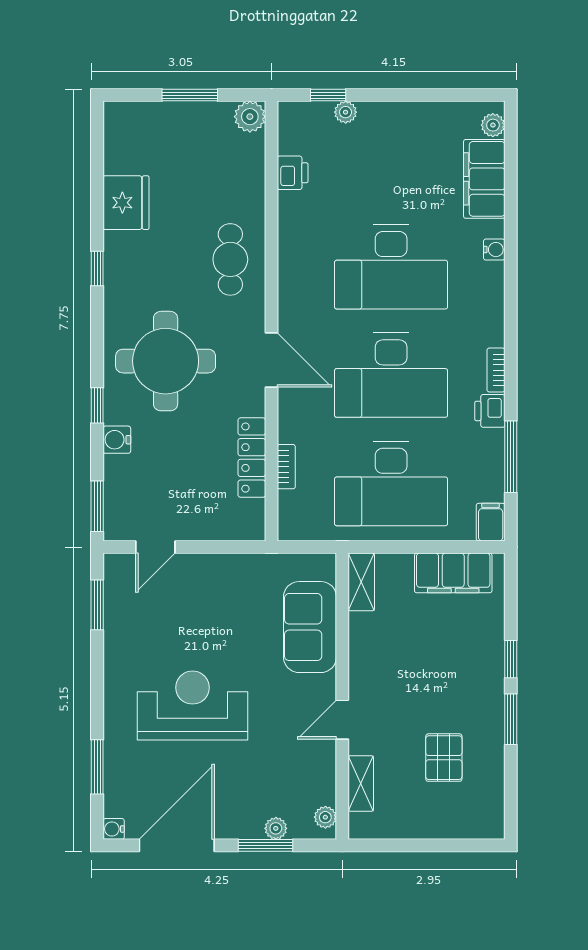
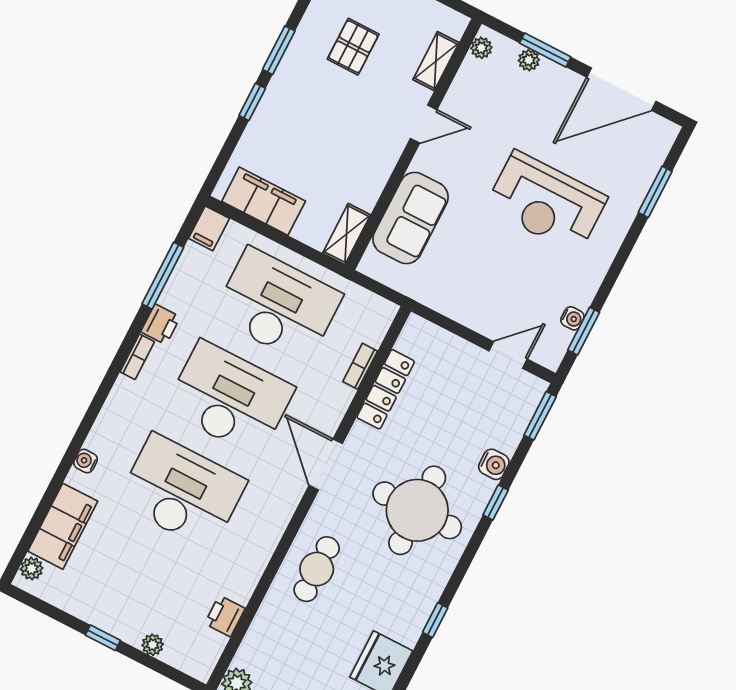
window: (328, 95) -> (103, 638), moved
water cooler: (114, 829) -> (572, 318), moved

